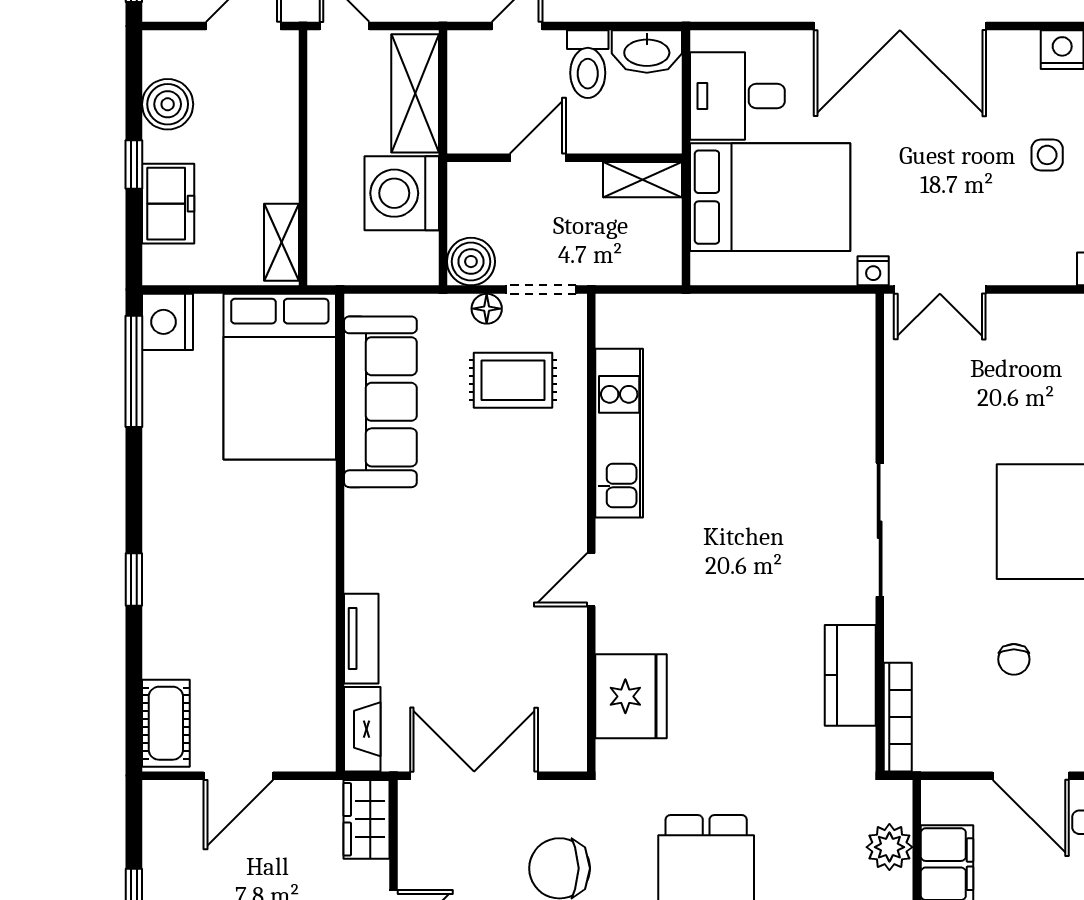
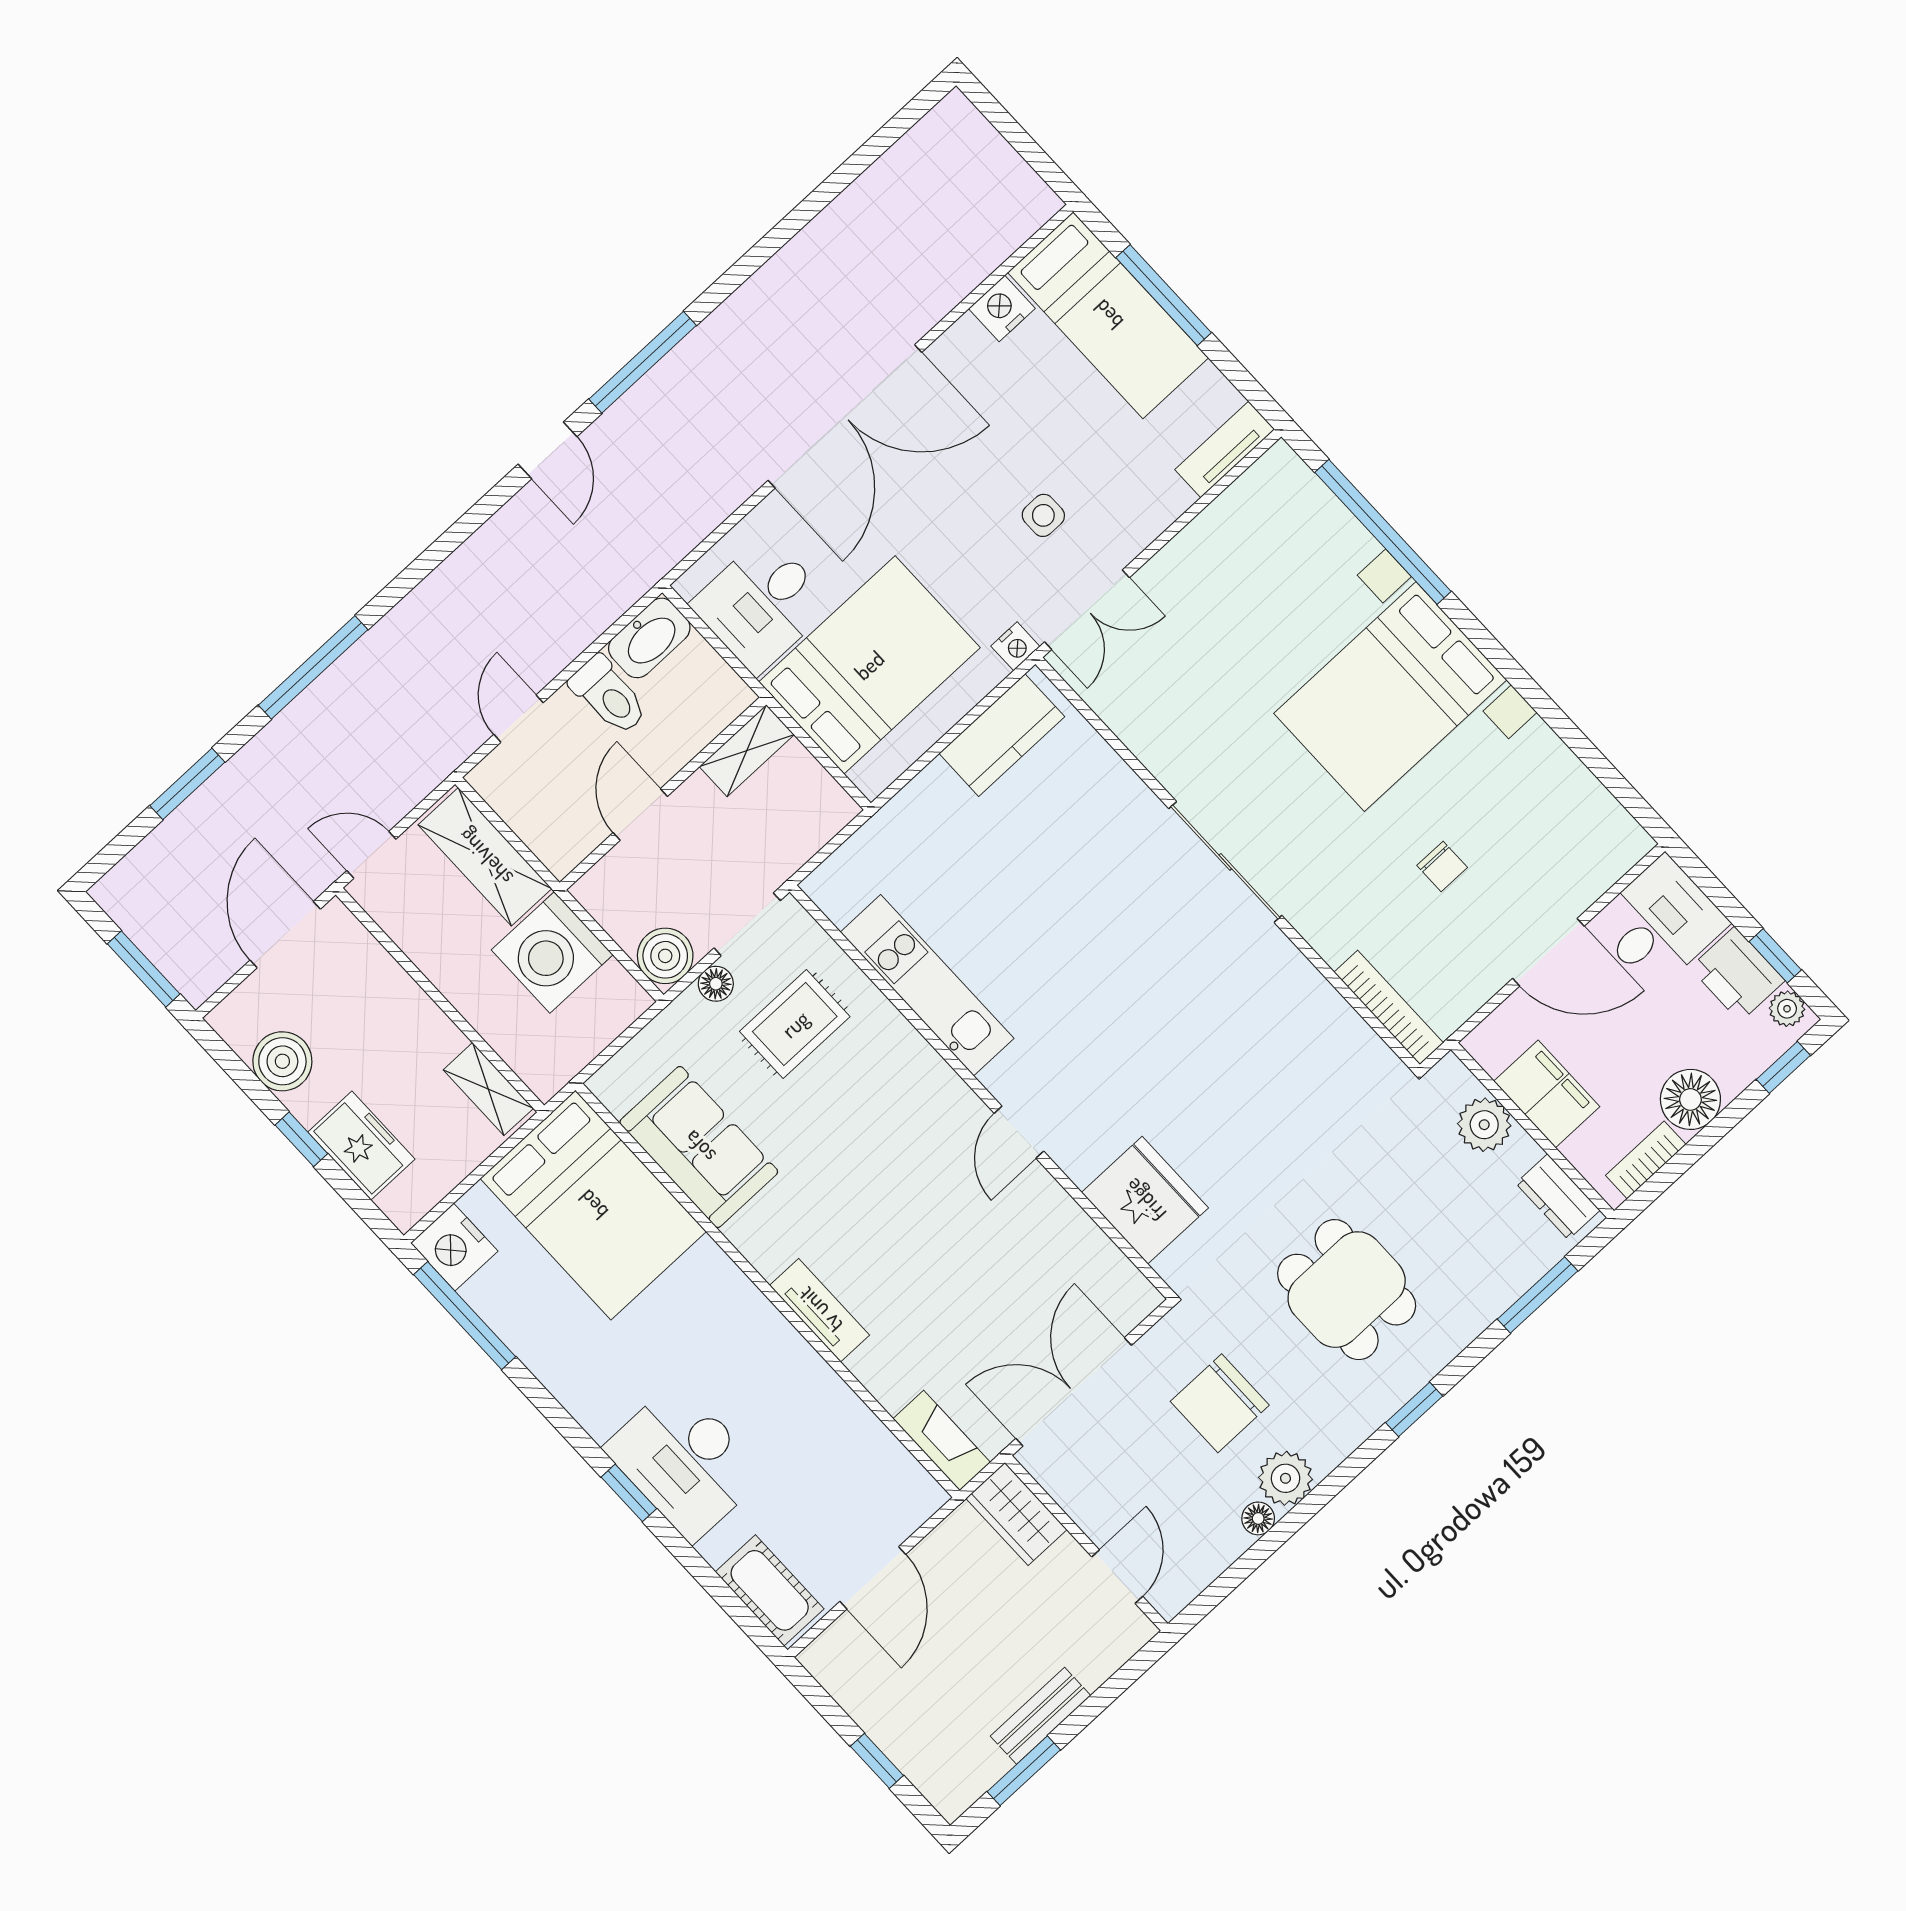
side table: (1047, 155) -> (1043, 515), moved
sofa: (380, 402) -> (699, 1147), width x0.73
desk: (188, 592) -> (685, 1461), added
tv unit: (361, 639) -> (820, 1310), moved
kitchen counter: (850, 675) -> (1002, 735), moved, turned -90

